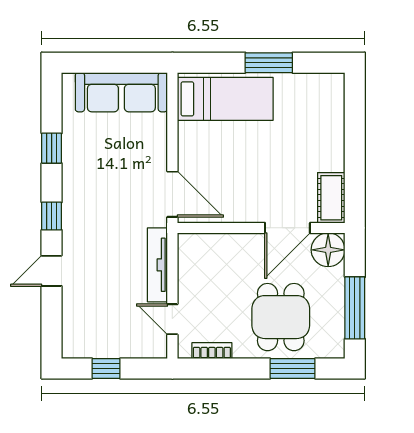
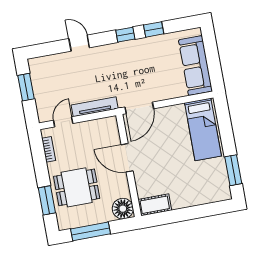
window: (269, 63) -> (233, 170), moved
window: (52, 216) -> (125, 35), moved
door: (287, 228) -> (127, 158), moved
window: (106, 368) -> (26, 87), width x1.50

